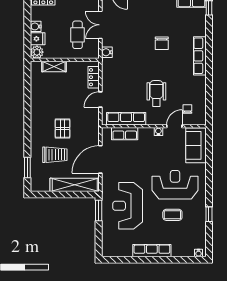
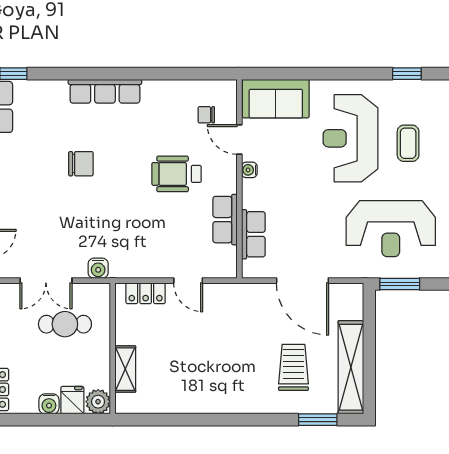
row of seats: (126, 119) -> (225, 220), width x0.68
pallet: (63, 129) -> (243, 353), removed
shelving: (75, 185) -> (351, 367), moved

